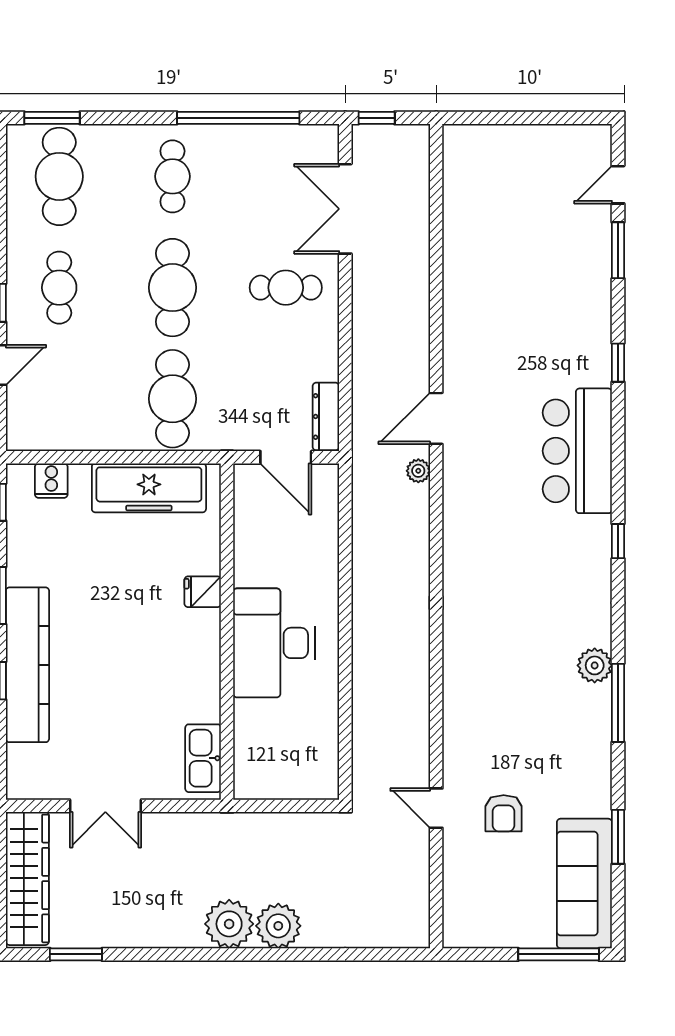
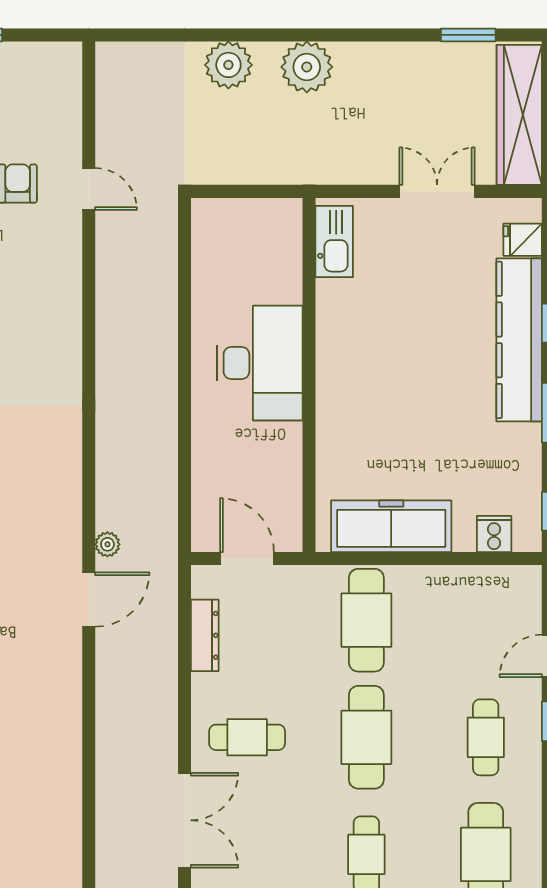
dresser: (326, 416) -> (205, 635), moved
fridge: (203, 592) -> (523, 240), moved, turned 180
plant: (278, 926) -> (228, 65), moved

